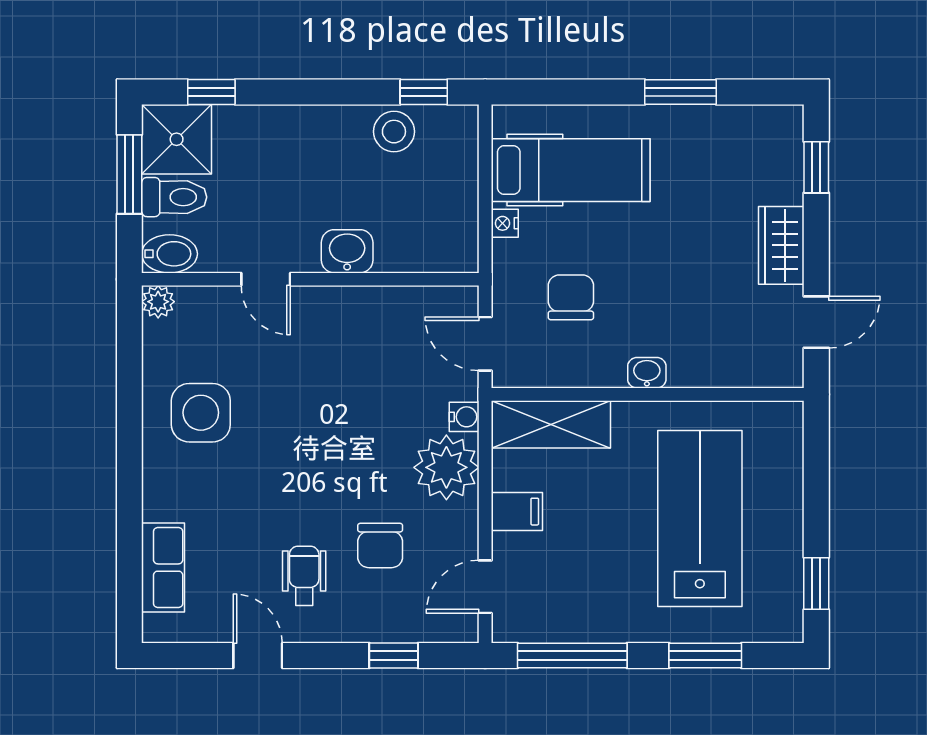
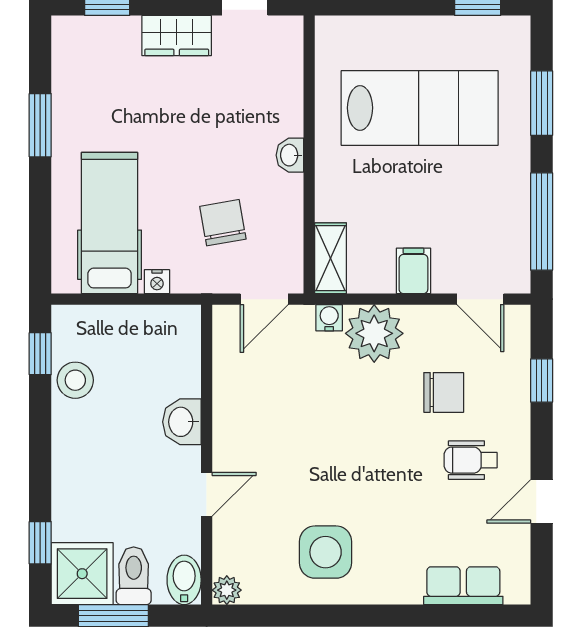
chair: (571, 297) -> (223, 223), turned 80
shelving: (551, 424) -> (331, 258), width x0.67, depth x0.75
lab bench: (700, 518) -> (420, 108), turned 180

